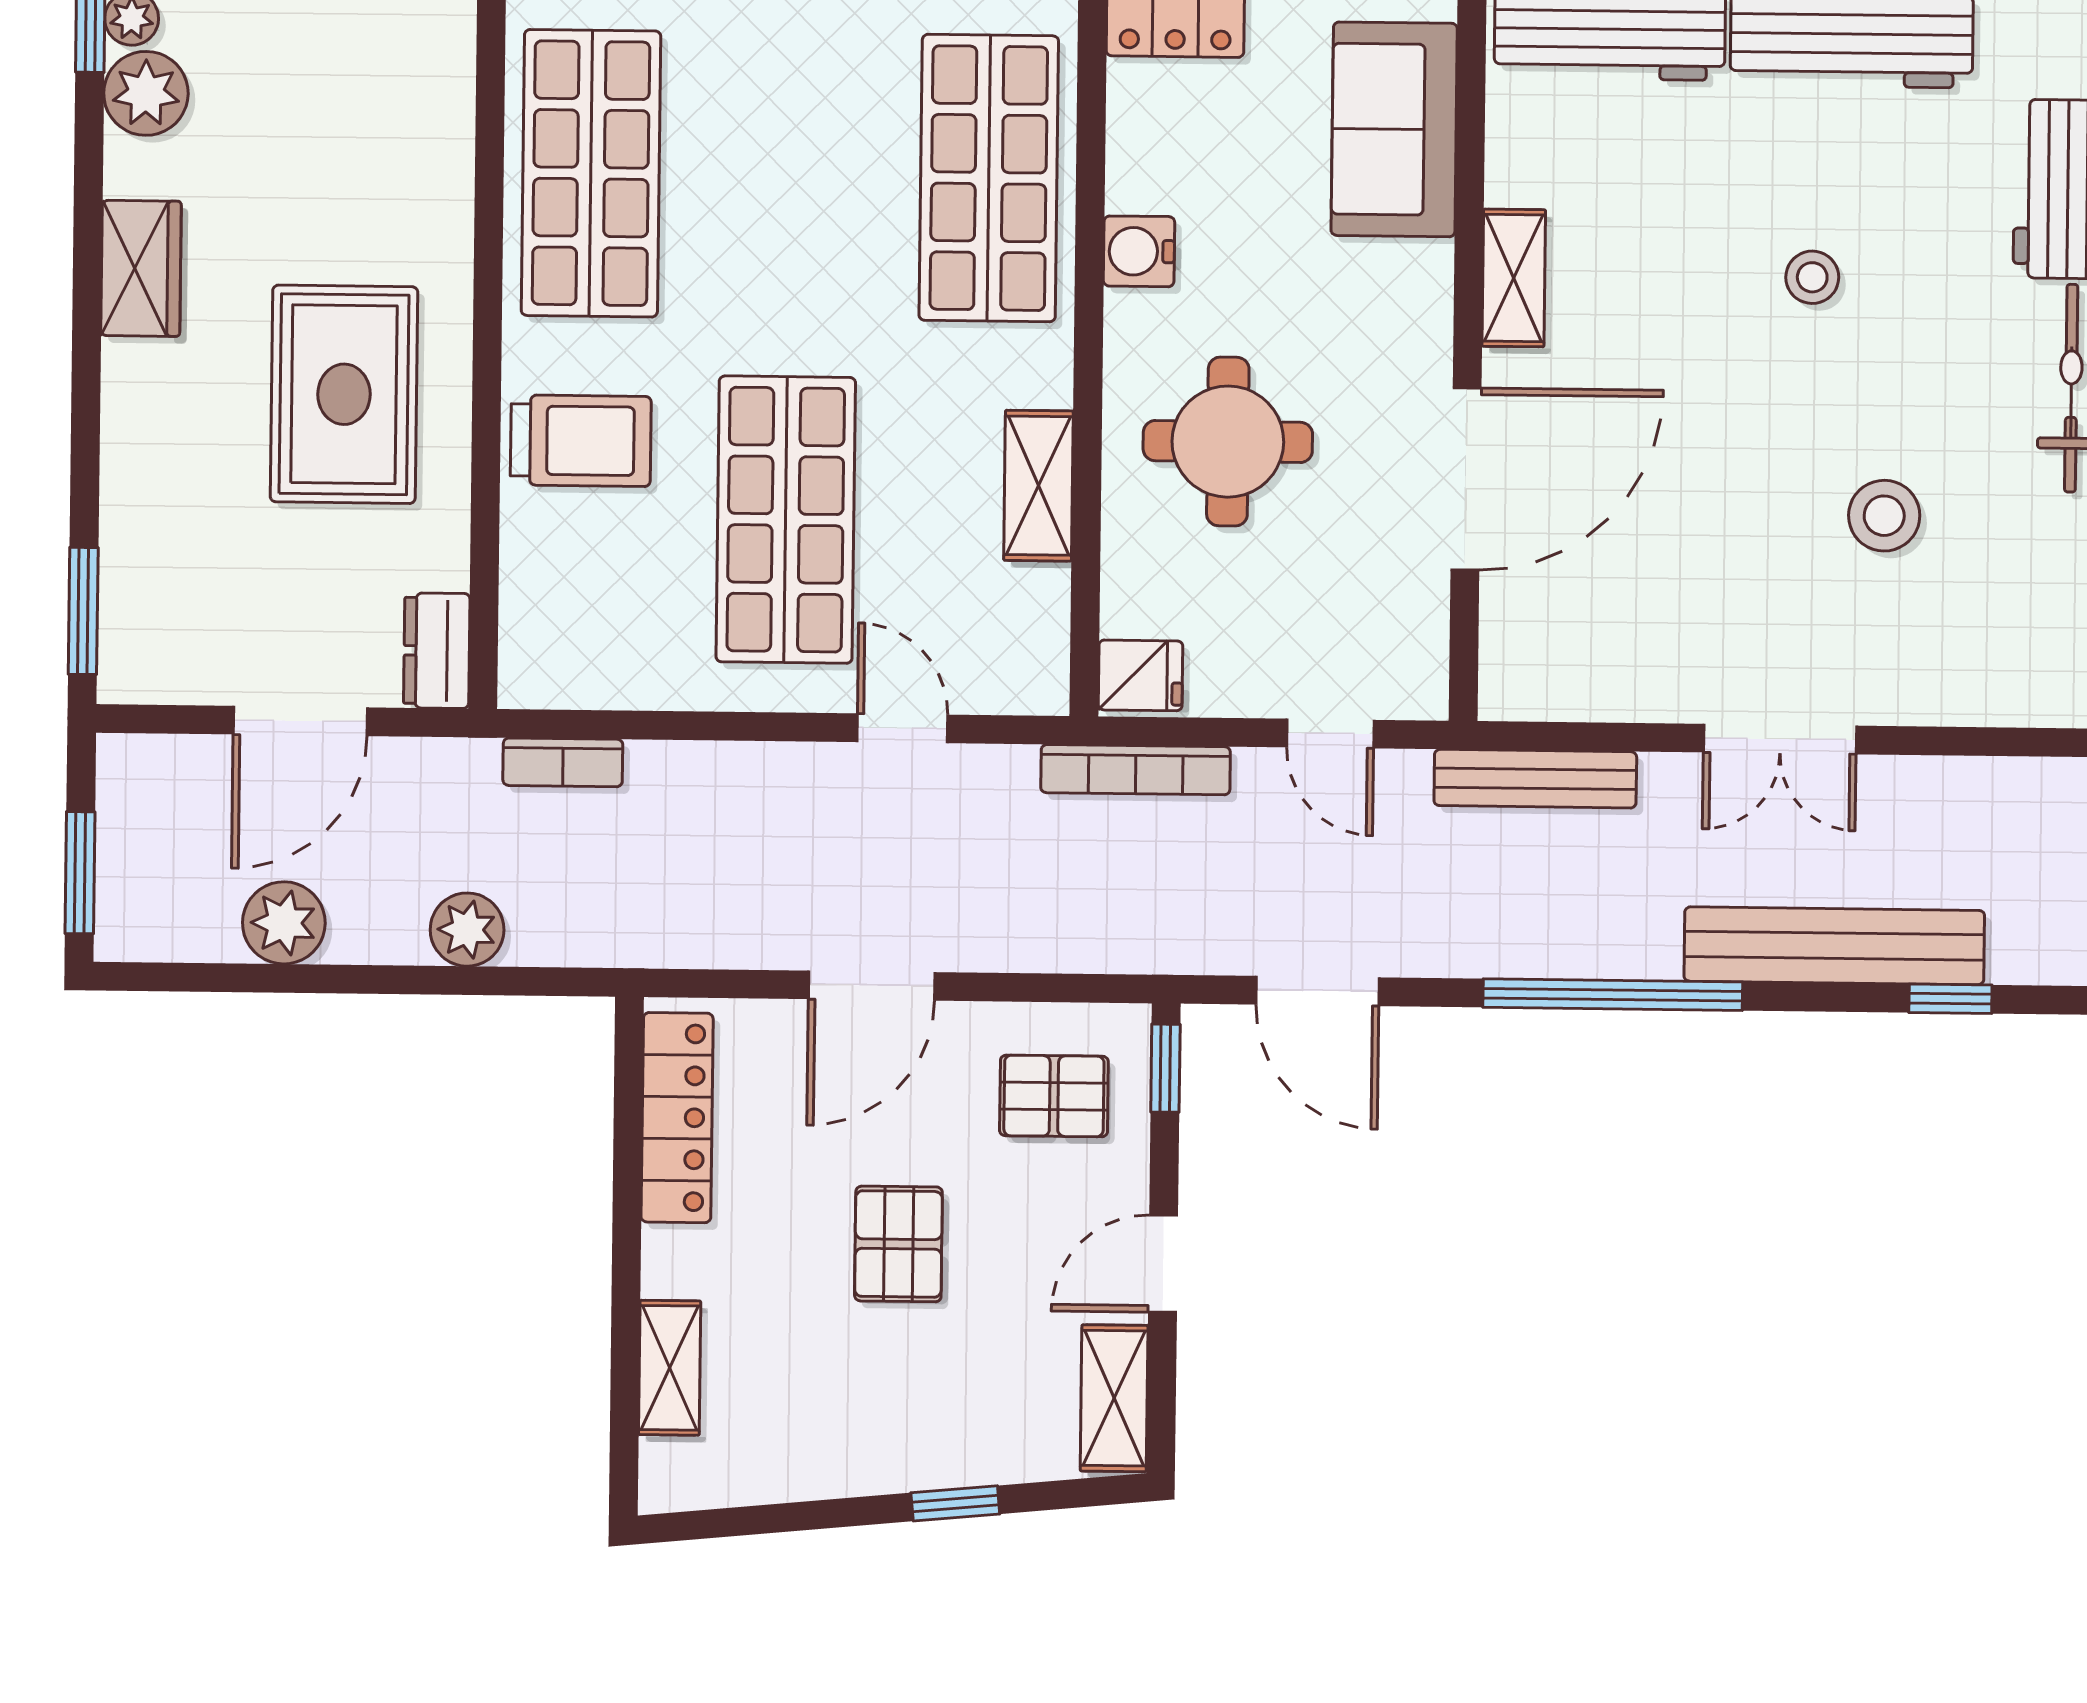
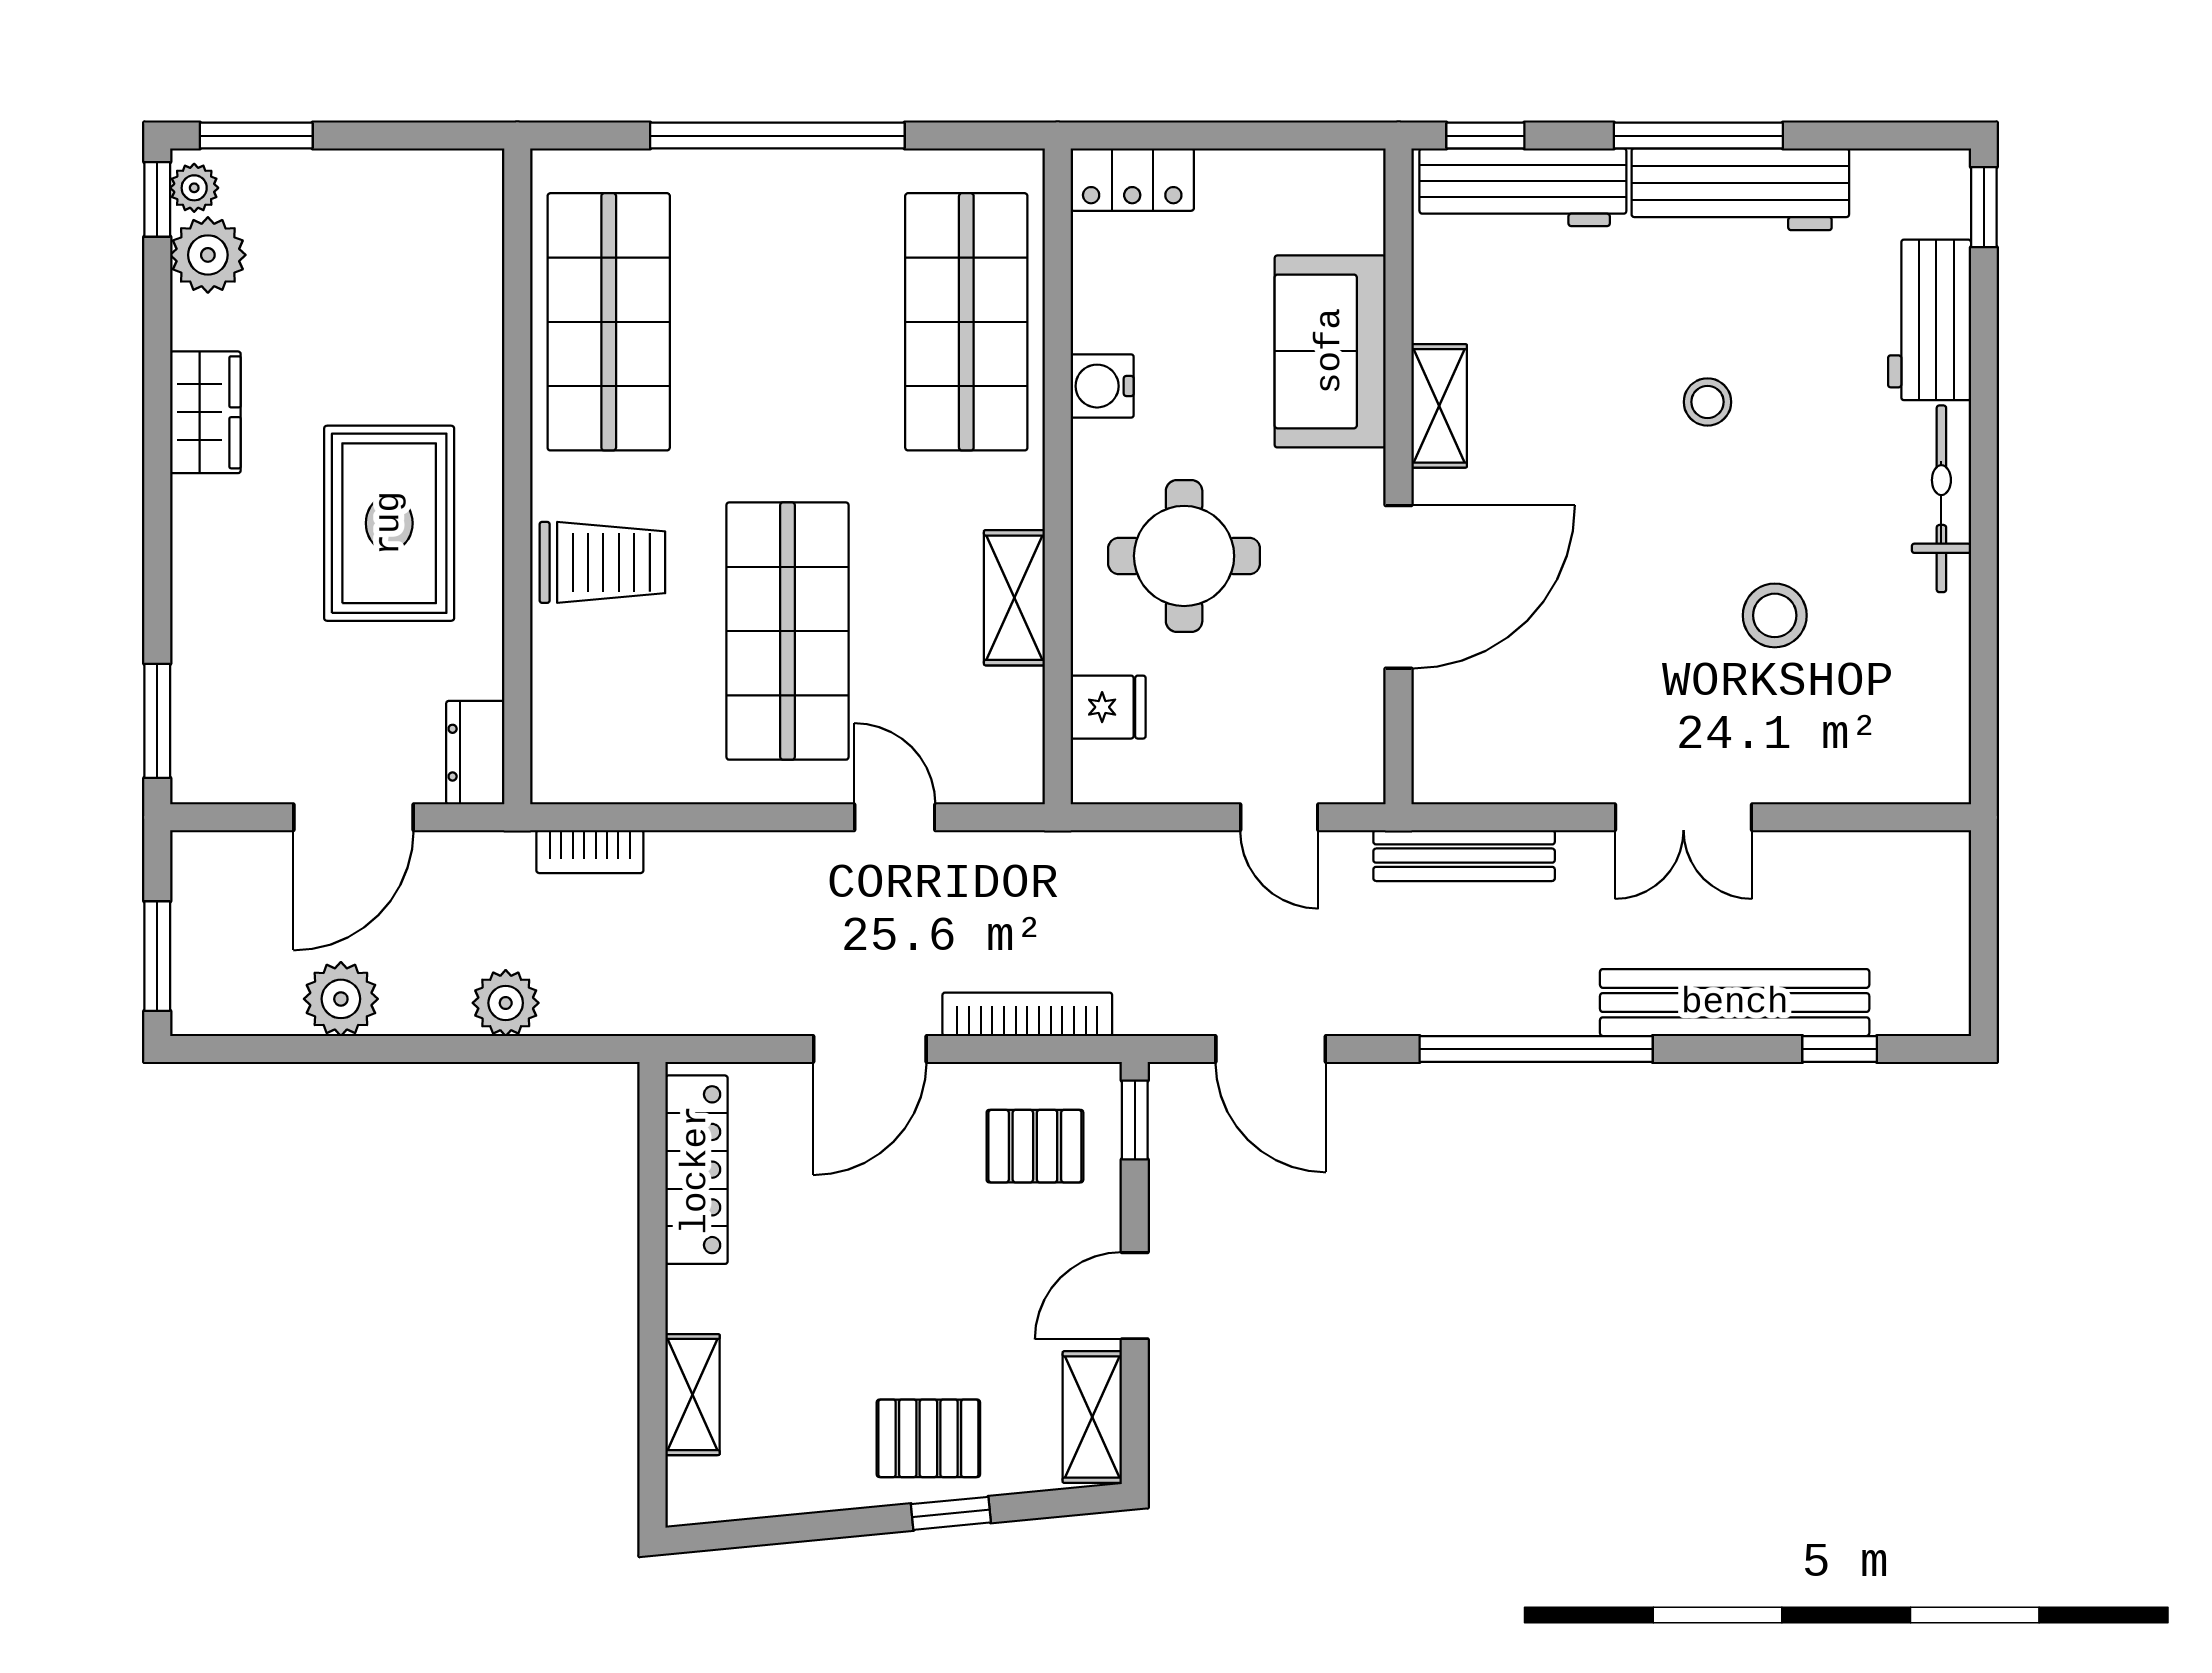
sofa: (1394, 129) -> (1330, 351), moved
fridge: (1140, 675) -> (1108, 707), moved
bookcase: (1136, 770) -> (1027, 1014), moved, turned 180
pallet: (898, 1244) -> (928, 1438), moved, turned 90

